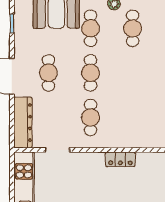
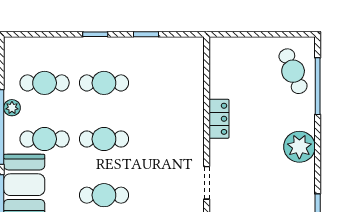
cafe table: (91, 117) -> (104, 83), moved
locker: (120, 159) -> (219, 119), moved

